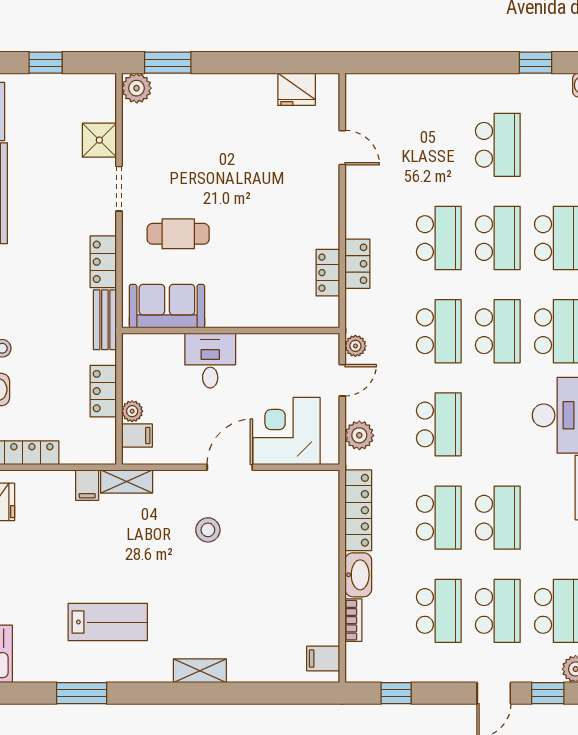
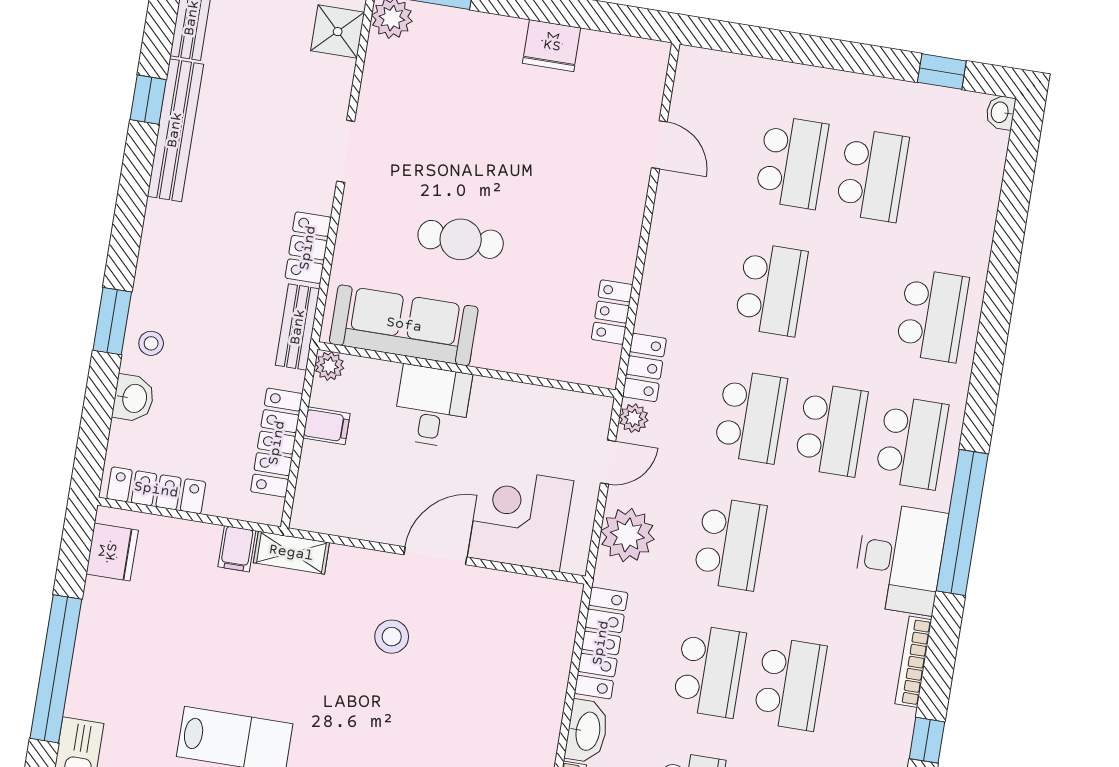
fridge: (297, 89) -> (552, 46), moved
shower: (99, 140) -> (338, 32), moved
cafe table: (178, 234) -> (461, 239), moved
school desk: (498, 238) -> (792, 162), moved
locker: (357, 264) -> (644, 368), moved
sofa: (167, 306) -> (404, 325), width x1.36
locker: (103, 391) -> (277, 443), width x1.53
plant: (132, 411) -> (329, 366), moved
filing cabinet: (137, 435) -> (326, 426), moved
plant: (359, 435) -> (627, 535), width x1.36, depth x1.36

